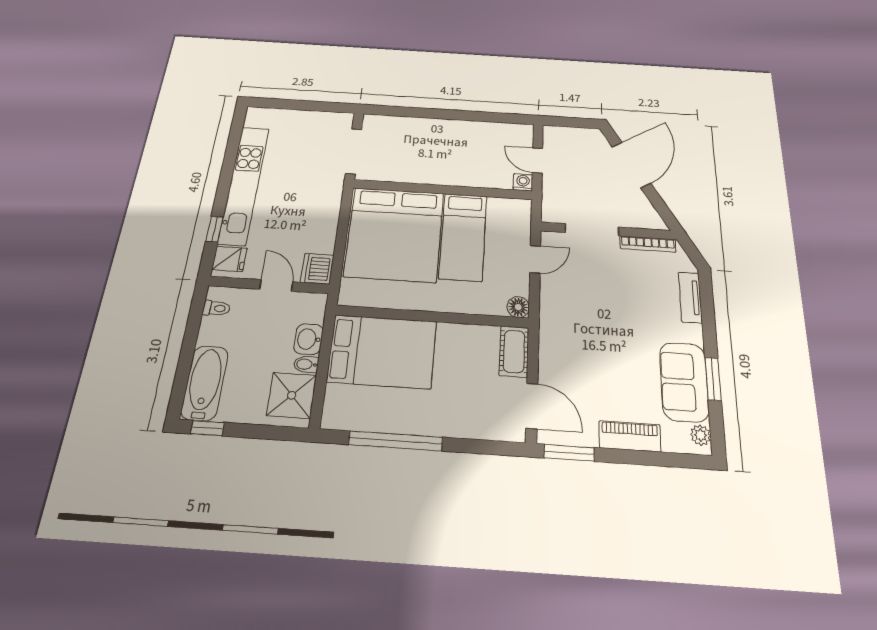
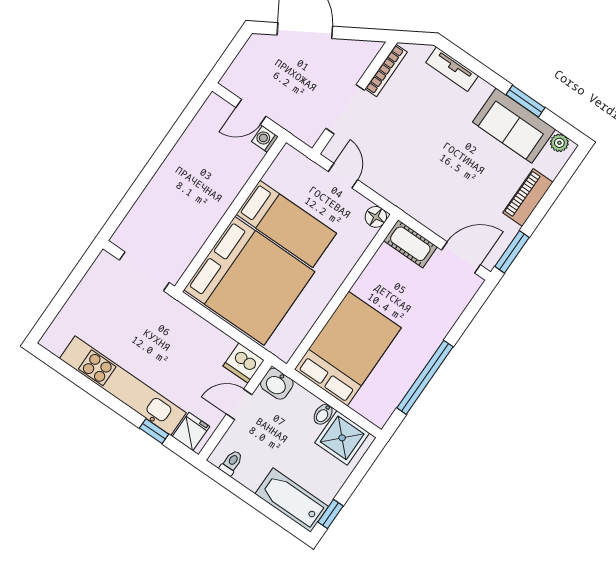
washbasin: (308, 339) -> (277, 384), moved

